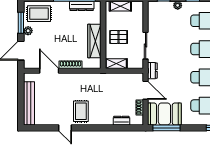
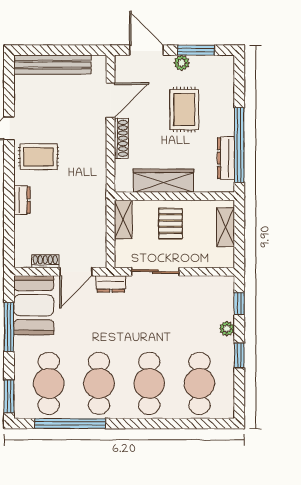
rug: (39, 14) -> (184, 110), moved
dresser: (121, 121) -> (22, 200), moved
window: (167, 128) -> (9, 327), moved

